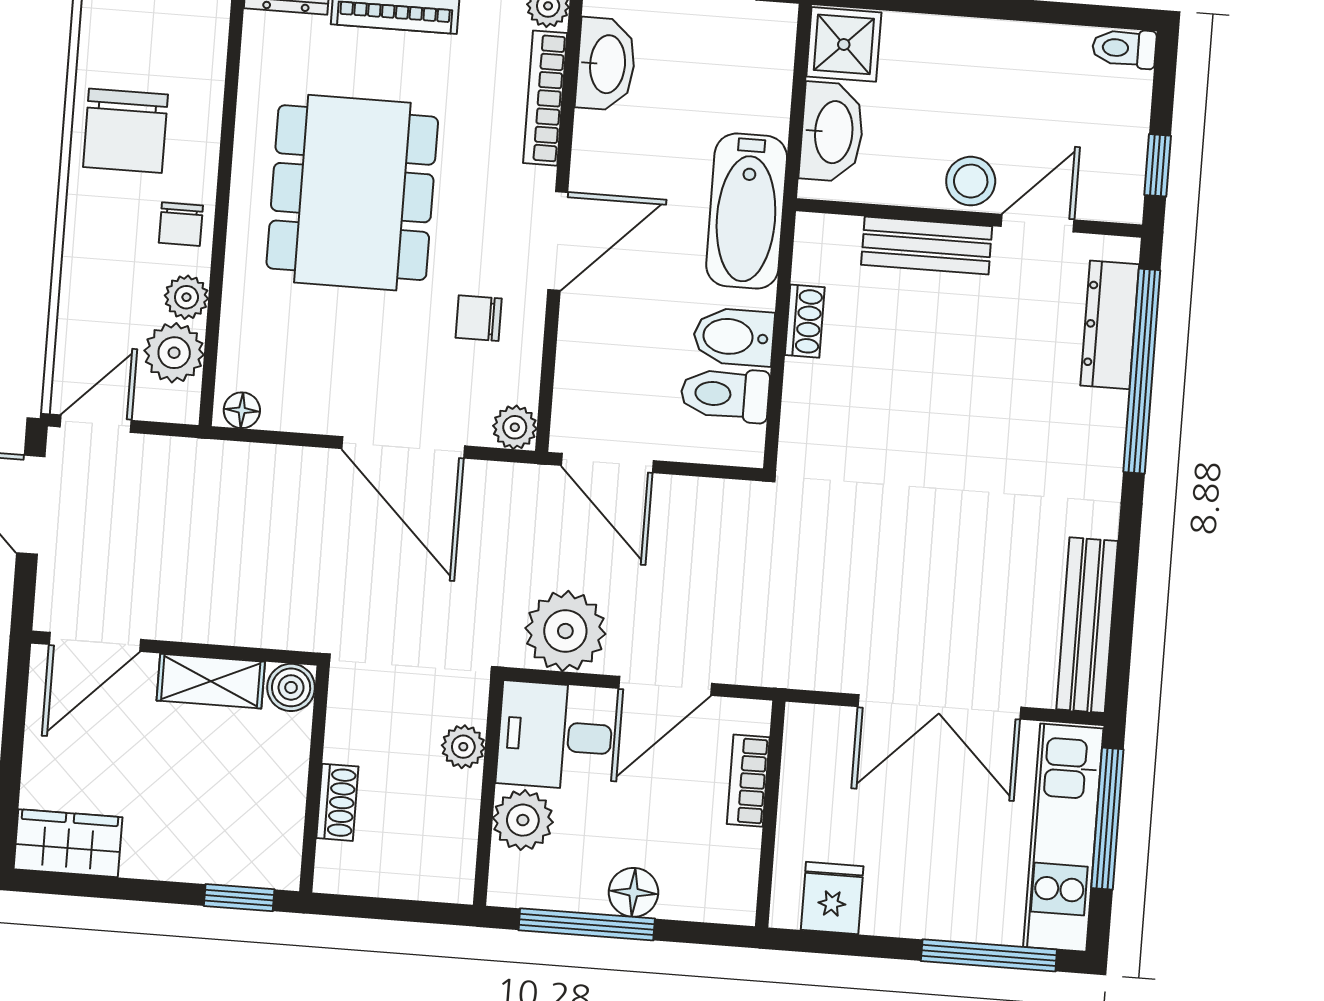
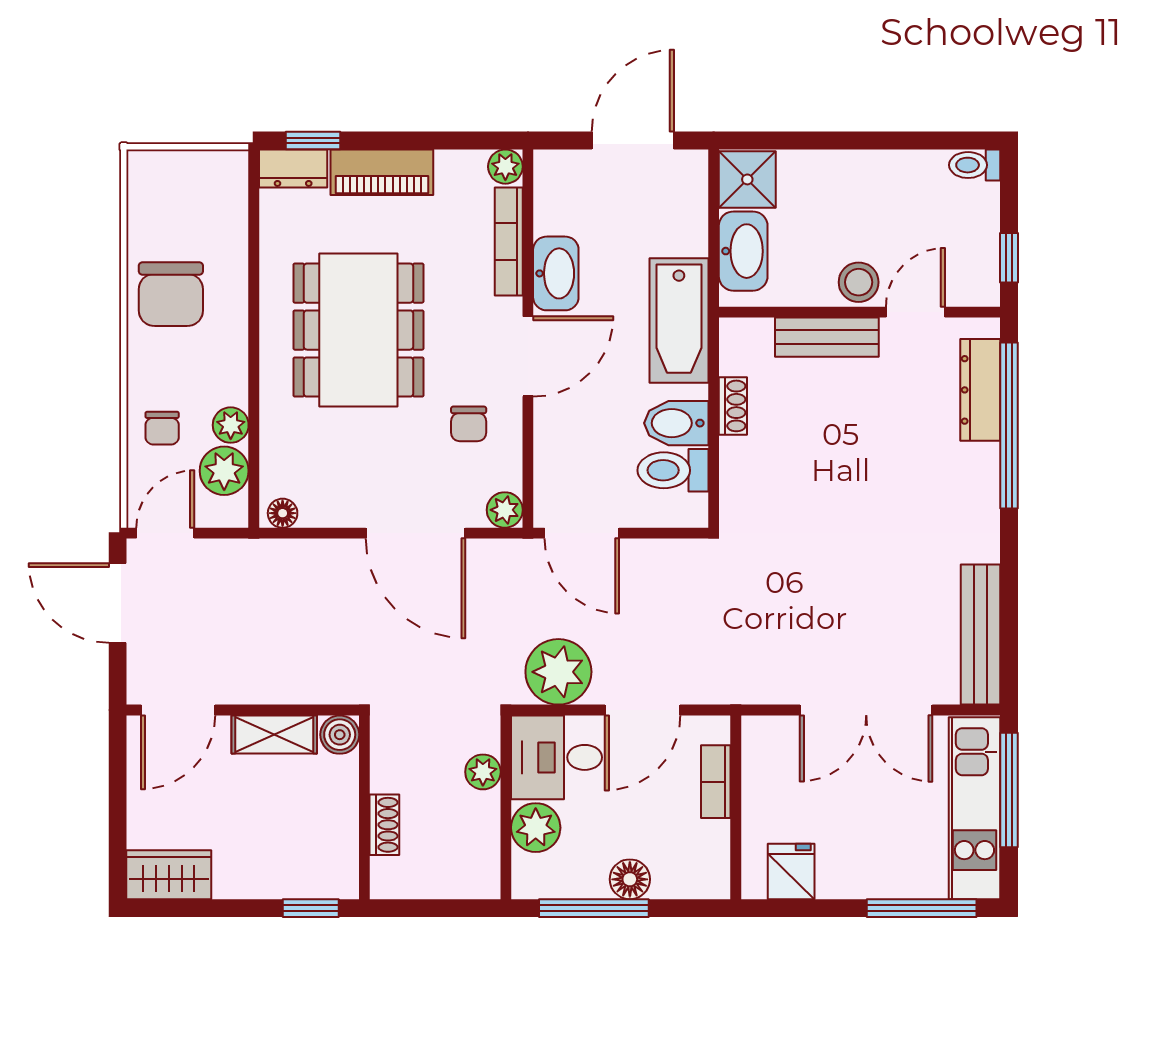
washbasin: (606, 64) -> (556, 273), moved
chair: (181, 224) -> (162, 428), moved
chair: (479, 318) -> (469, 424), turned -90

